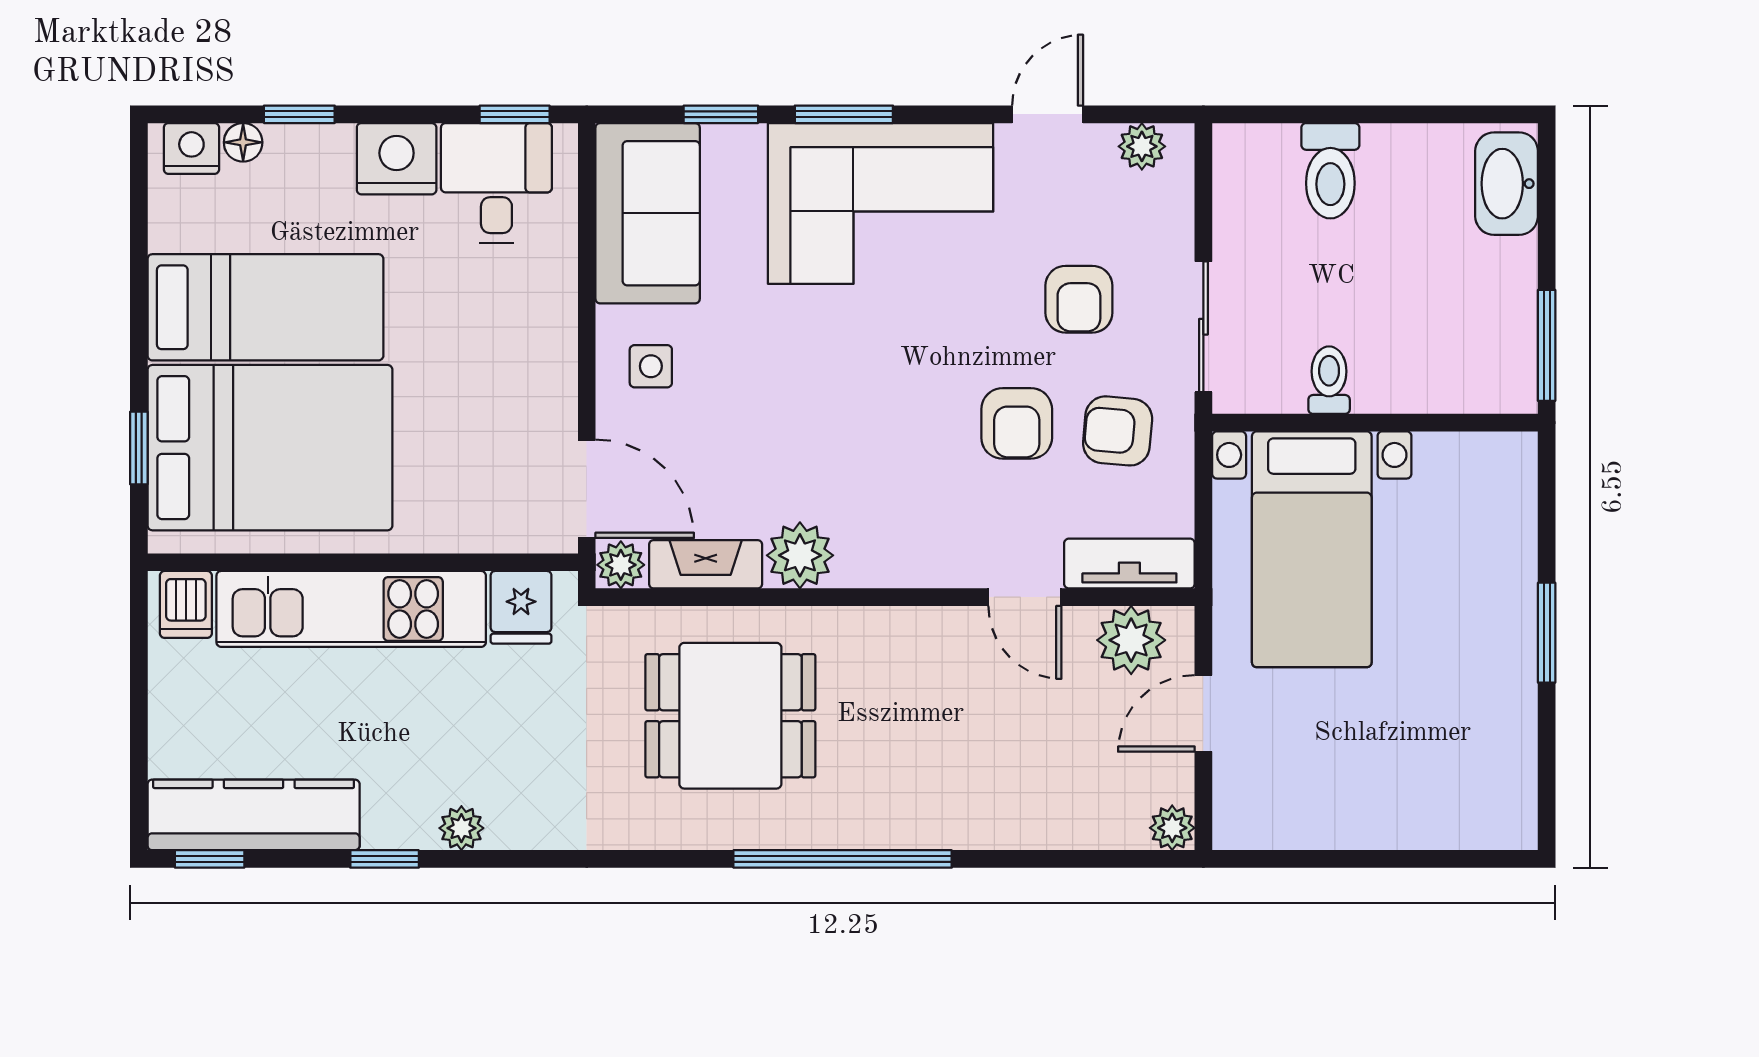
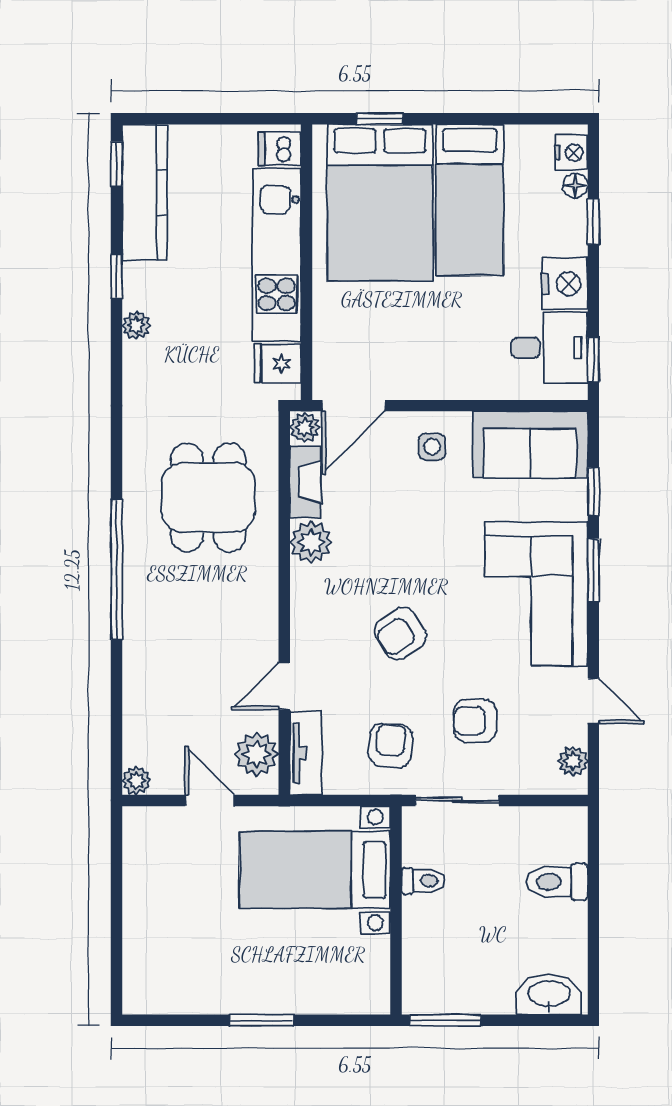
armchair: (1017, 423) -> (400, 634), moved, turned -34

